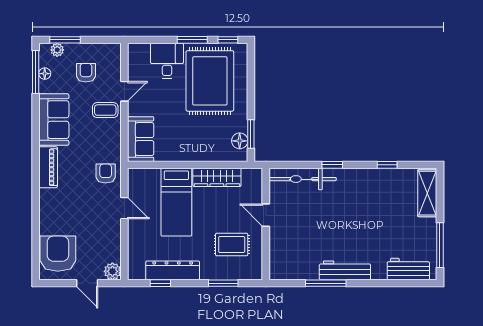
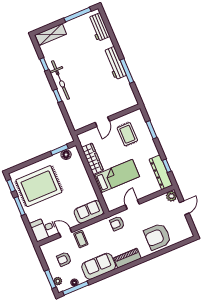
desk: (167, 61) -> (43, 229), moved
bicycle: (303, 179) -> (60, 80), moved
armchair: (58, 254) -> (157, 237), moved
dresser: (173, 270) -> (161, 172), moved

